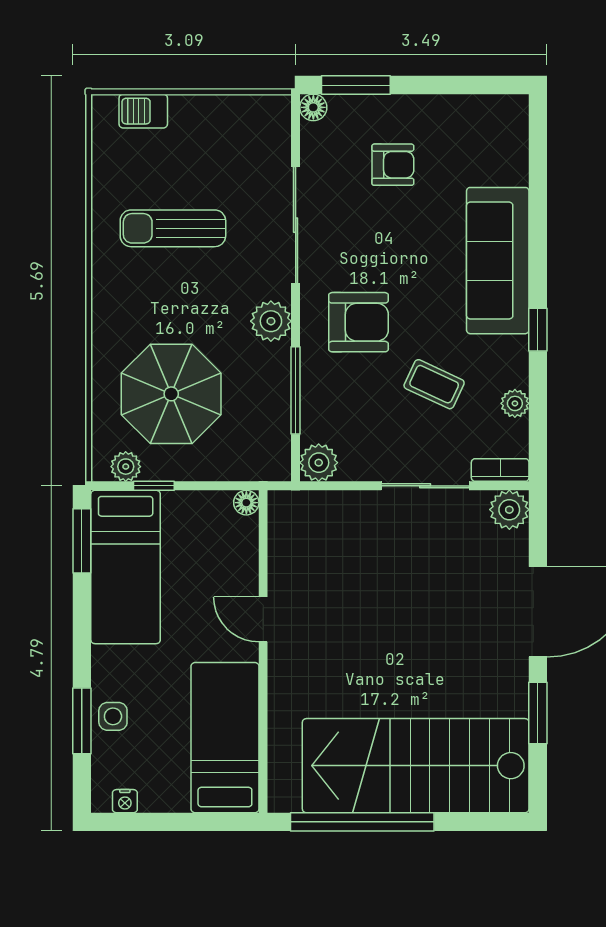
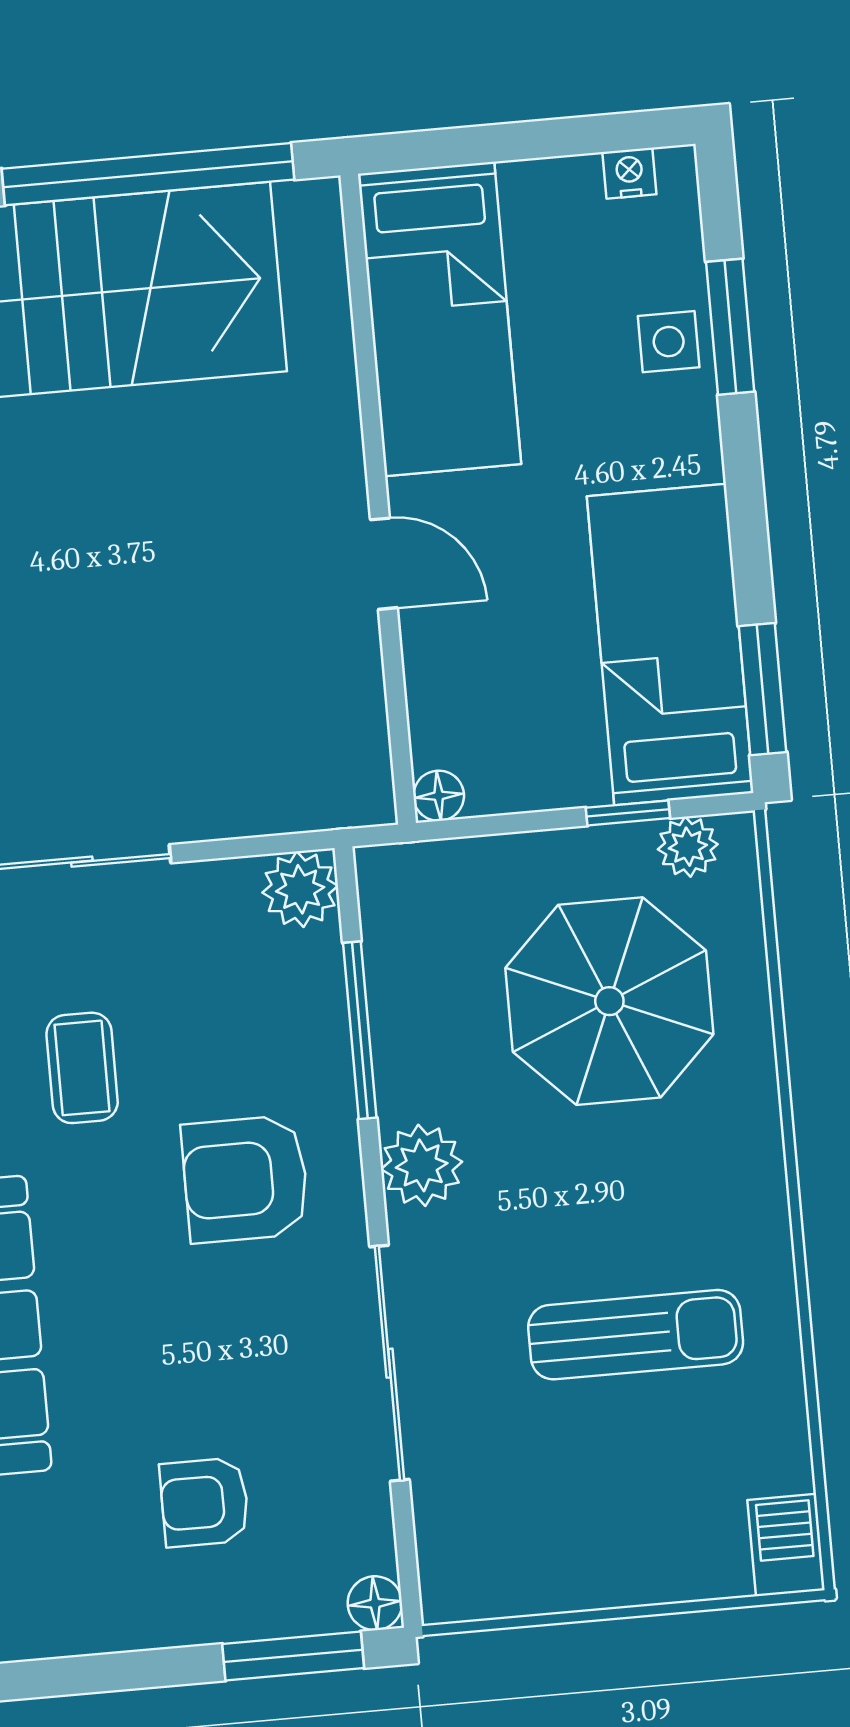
barbecue: (143, 111) -> (786, 1545), moved, turned -90
coffee table: (434, 384) -> (82, 1068), turned 65

